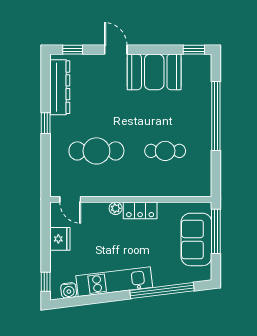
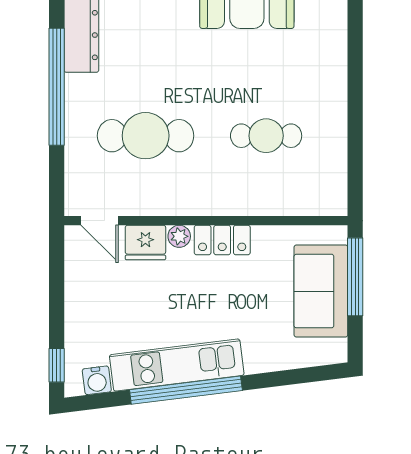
window: (216, 116) -> (355, 74), removed
window: (46, 123) -> (57, 87), width x3.17
fridge: (60, 239) -> (145, 242), moved, turned 90
window: (162, 291) -> (186, 390), moved

